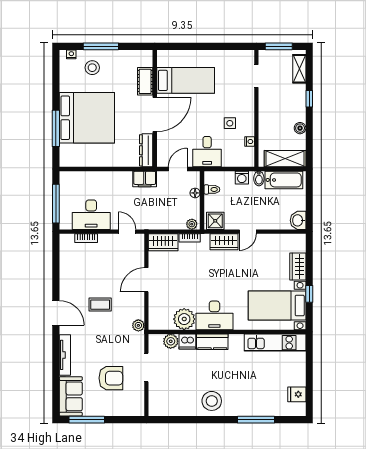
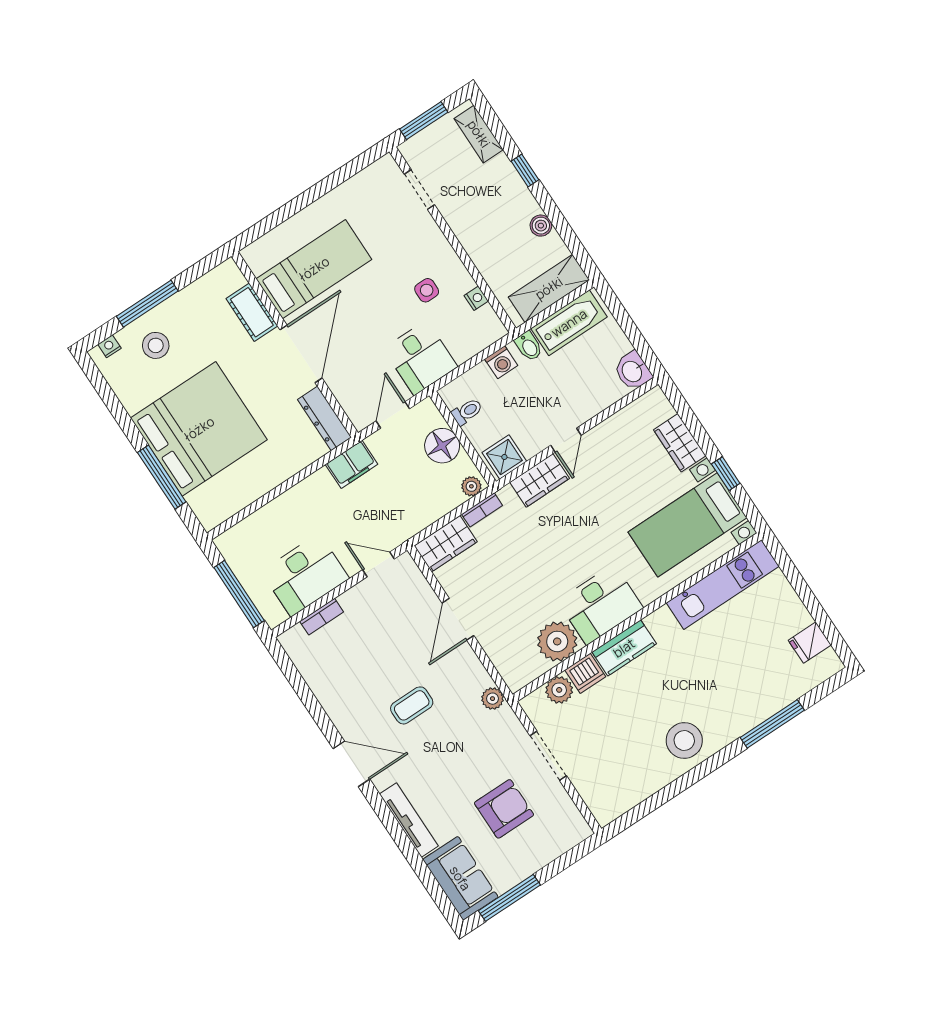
floor lamp: (195, 193) -> (442, 446), width x1.89, depth x1.89

